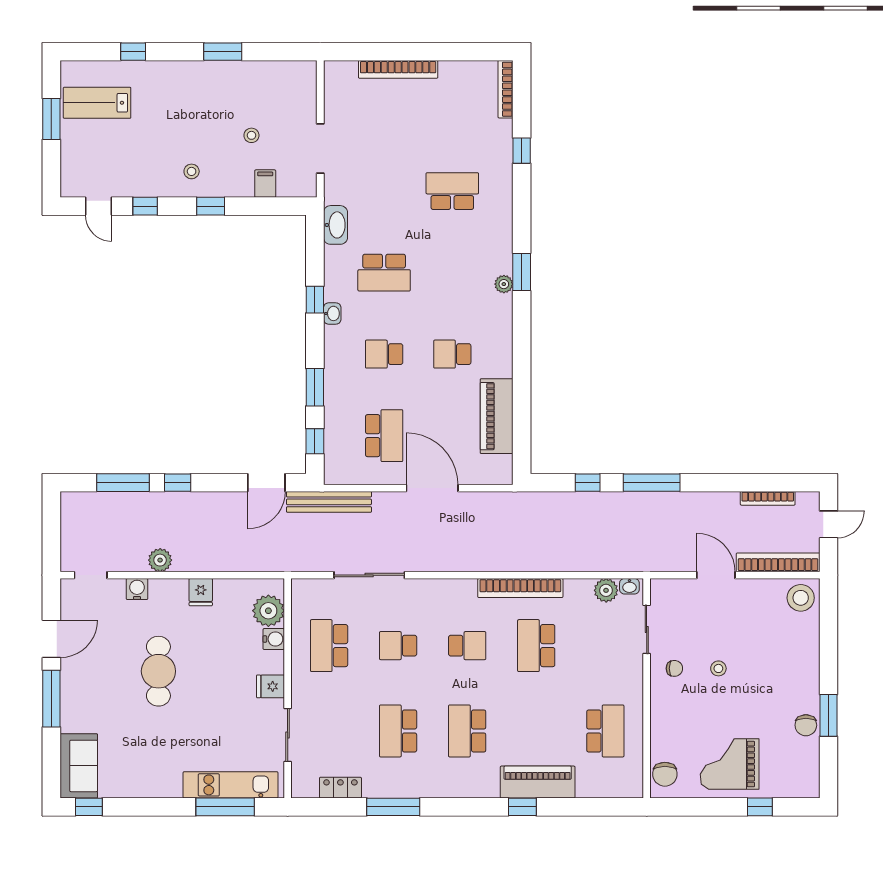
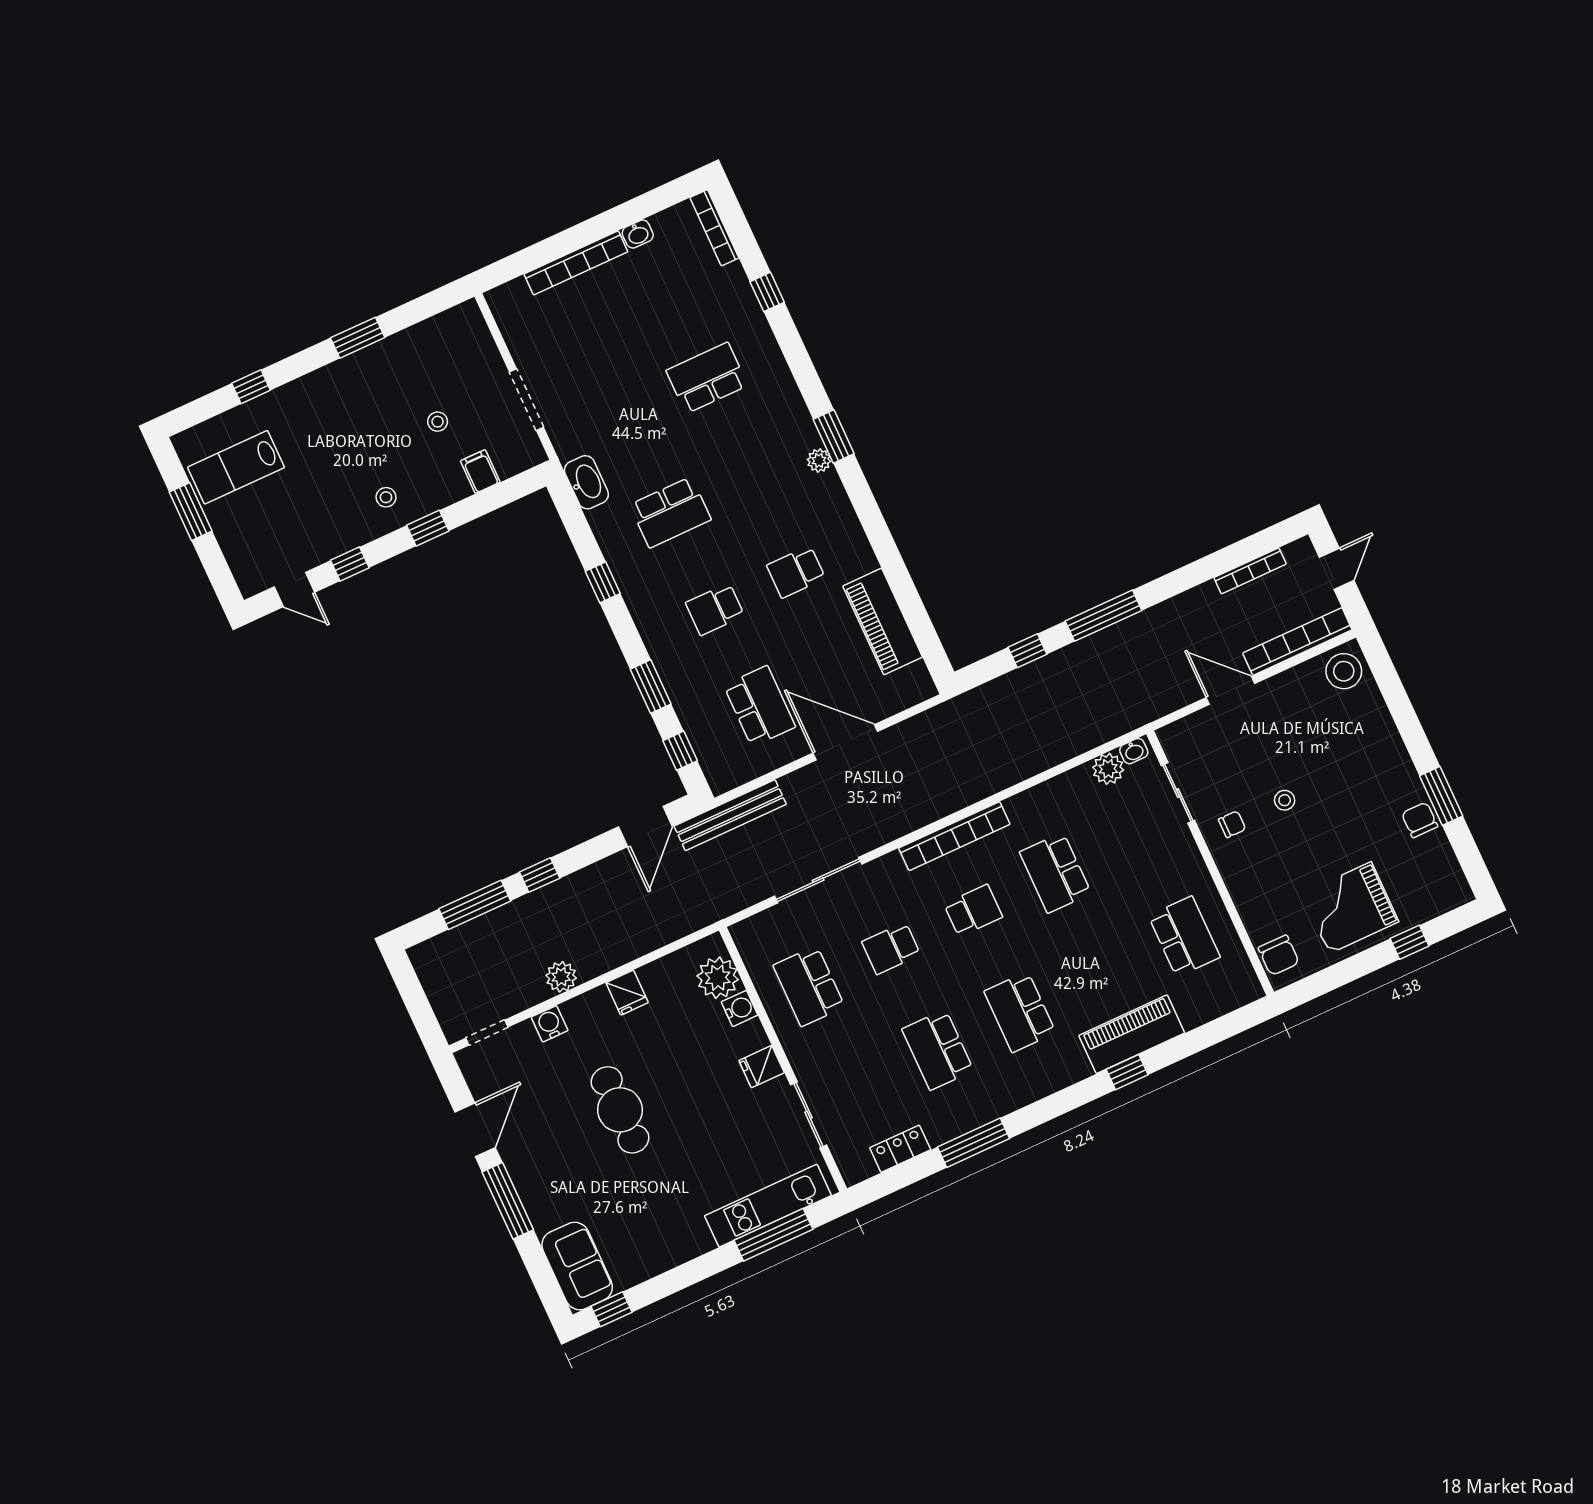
washbasin: (332, 313) -> (638, 234), moved, turned 90
bookcase: (520, 588) -> (954, 836), moved
chair: (806, 725) -> (1420, 820), turned 180

